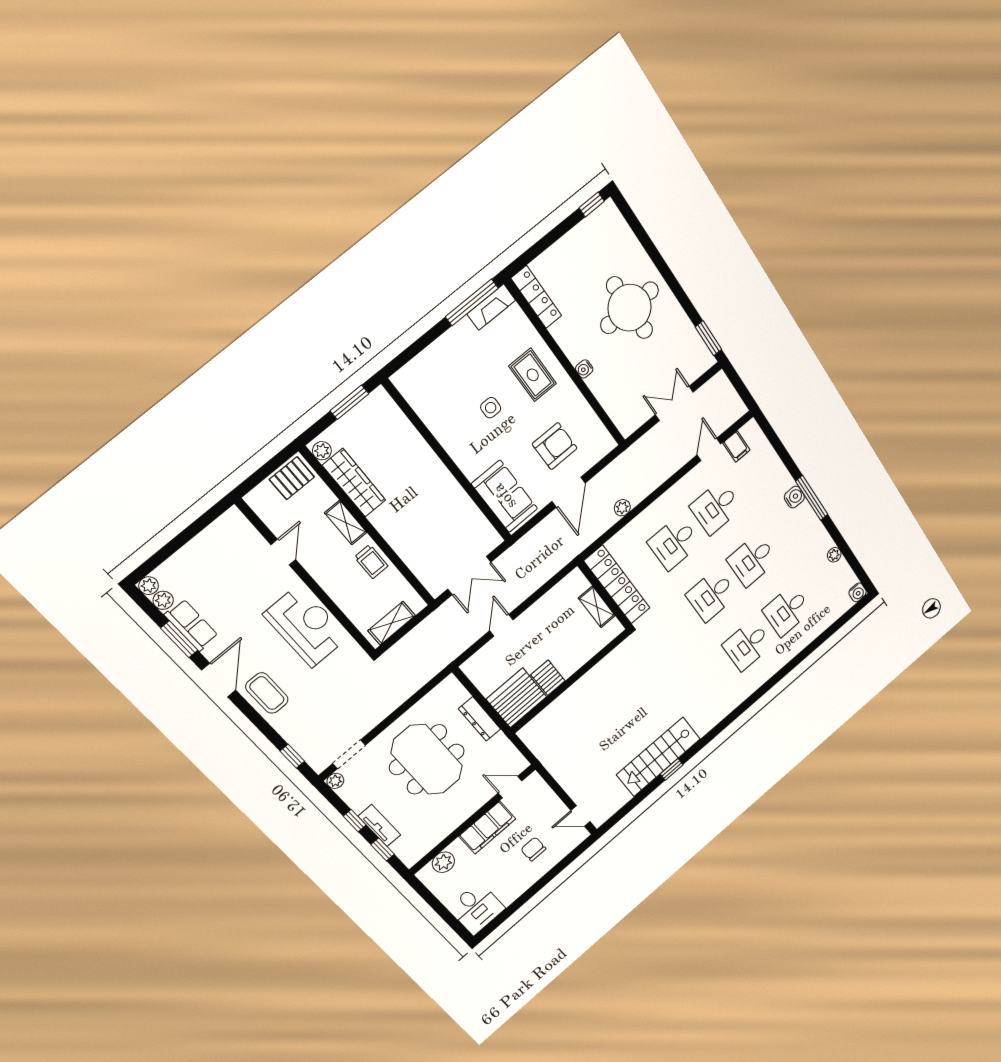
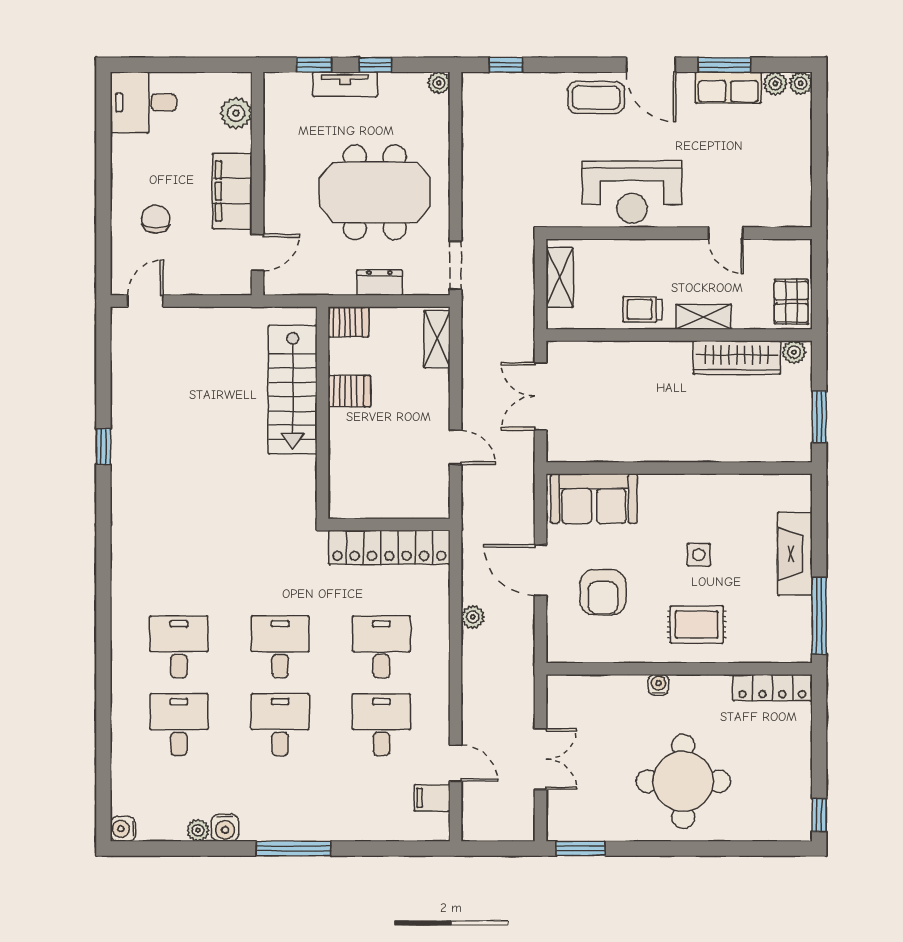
fireplace: (491, 307) -> (795, 554), moved, width x1.37, depth x1.32
water cooler: (794, 497) -> (225, 828), moved
shelving: (597, 607) -> (437, 339), moved, turned 90
door: (501, 625) -> (456, 447), moved
server rack: (516, 698) -> (348, 322), width x0.46, depth x0.70
dresser: (480, 719) -> (379, 283), width x0.70
doorway: (349, 754) -> (456, 265), moved
stairs: (658, 757) -> (293, 390), moved, turned 180
chair: (533, 849) -> (156, 219), turned -90

